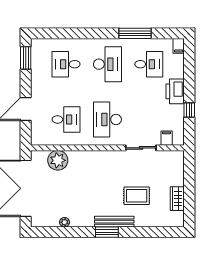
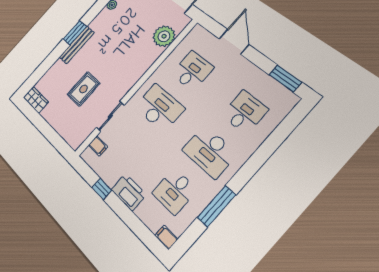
desk: (66, 119) -> (192, 71), turned 180
rug: (137, 196) -> (83, 89), moved
wardrobe: (177, 199) -> (36, 100), moved

